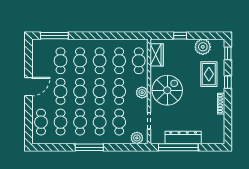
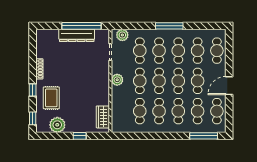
cafe table: (139, 61) -> (217, 111), moved
spiral stairs: (167, 90) -> (92, 82), removed

